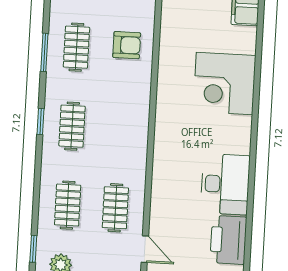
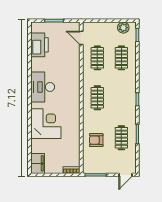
clothes rail: (72, 126) -> (97, 98), moved
desk: (225, 184) -> (43, 87), moved

